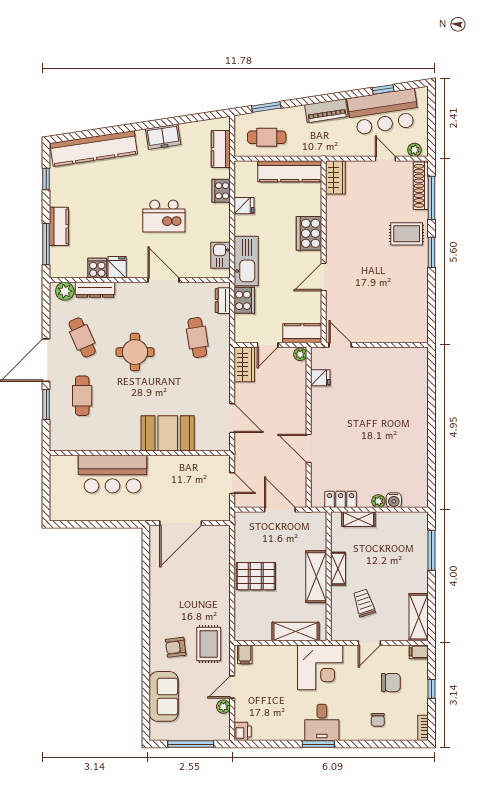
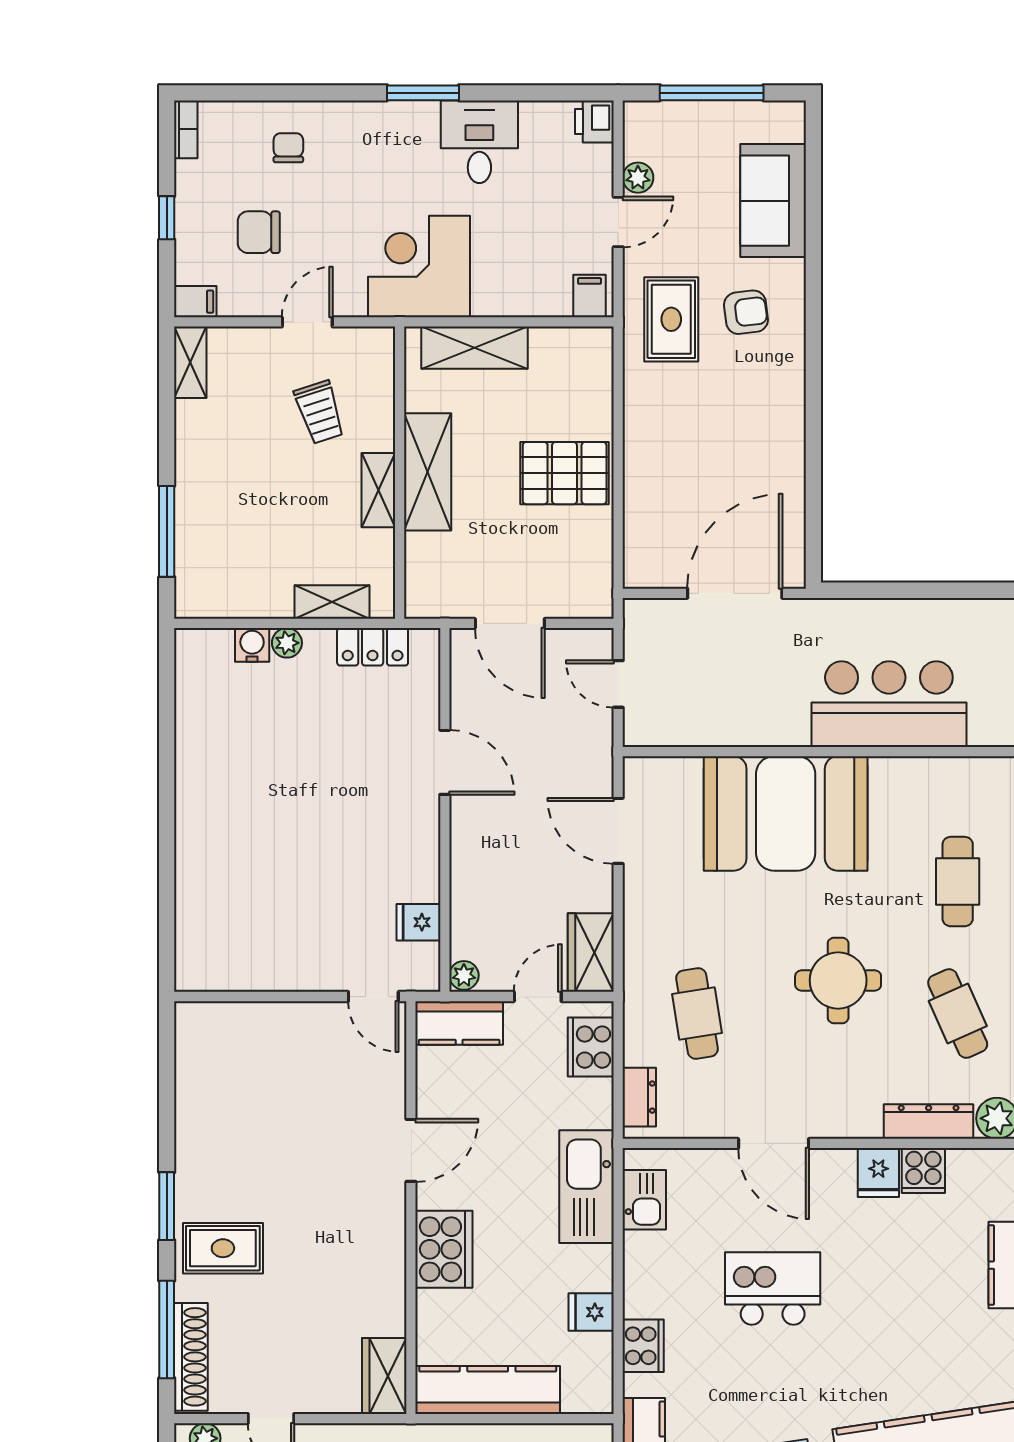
cooker: (244, 300) -> (591, 1047), moved
booth: (168, 433) -> (786, 813), width x1.36, depth x1.42
shelving: (419, 617) -> (190, 362), width x0.67, depth x0.75
desk: (322, 722) -> (479, 142), moved

